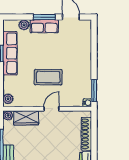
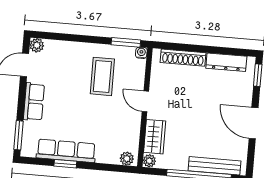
window: (44, 17) -> (18, 135), moved
plant: (24, 25) -> (37, 45), moved
coffee table: (48, 77) -> (102, 76), moved

